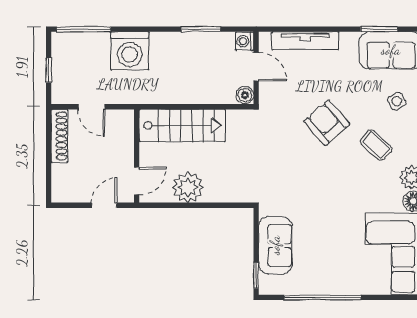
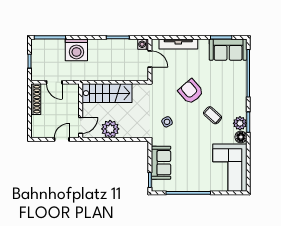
boiler: (245, 95) -> (143, 76), removed
side table: (397, 101) -> (167, 122), moved
coffee table: (376, 145) -> (213, 115), moved

